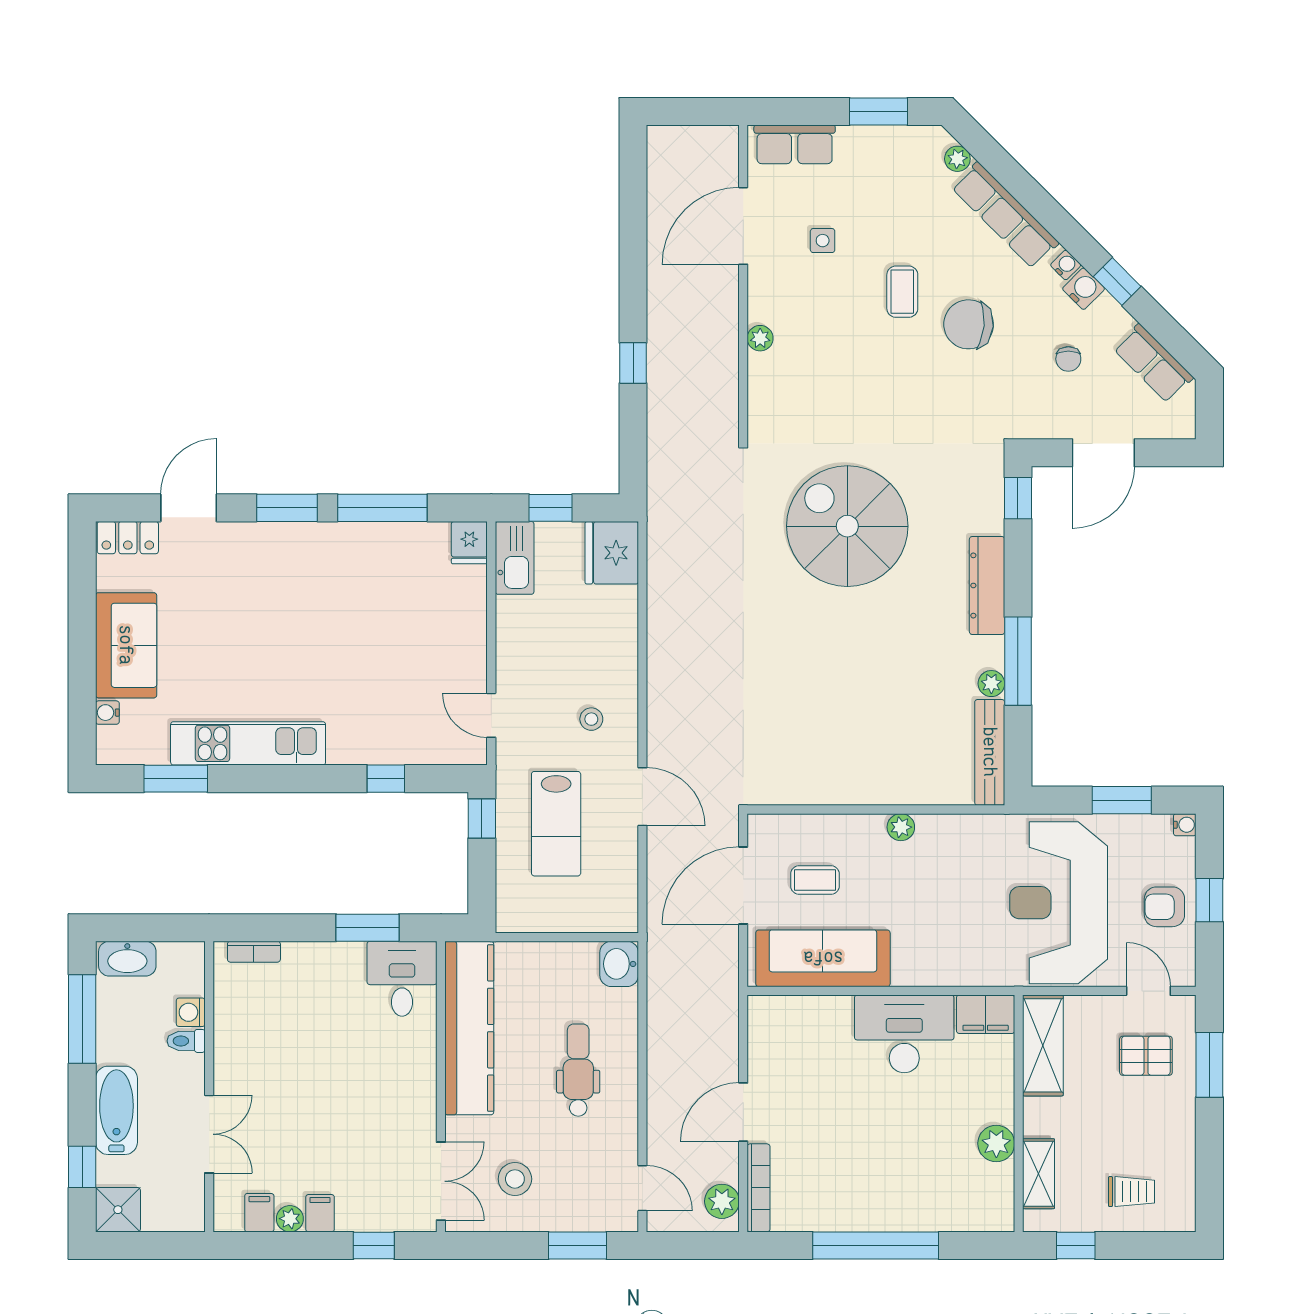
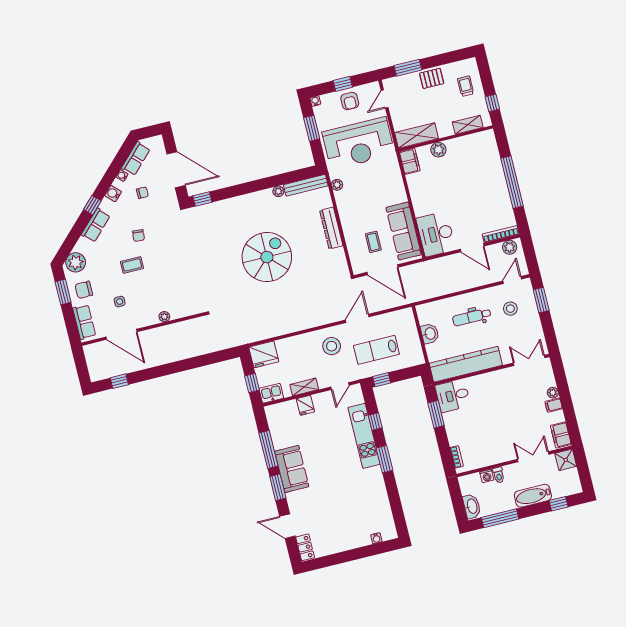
plant: (957, 159) -> (76, 262), width x1.88, depth x1.88
chair: (871, 162) -> (84, 290), added
row of seats: (1005, 215) -> (96, 225), width x0.68
water cooler: (1066, 265) -> (122, 176), moved
window: (1117, 281) -> (92, 205), moved
chair: (969, 324) -> (138, 236), width x0.54, depth x0.54
window: (633, 363) -> (119, 381), moved
door: (1103, 453) -> (176, 170), width x1.36
spiral stairs: (847, 526) -> (267, 257), moved, turned 180
fridge: (469, 543) -> (305, 405), moved, turned 90
kitchen sink: (515, 558) -> (271, 393), width x0.73
dresser: (987, 585) -> (331, 228), moved, turned 90
shelving: (510, 630) -> (304, 387), added
sofa: (126, 645) -> (292, 469), moved, turned 90
window: (1018, 661) -> (267, 183), removed
stool: (591, 719) -> (332, 346), width x1.89, depth x1.89
kitchen unit: (248, 743) -> (364, 436), moved
window: (176, 779) -> (385, 459), moved
lab bench: (556, 824) -> (376, 350), turned 180
plant: (901, 827) -> (337, 185), moved
washbasin: (619, 964) -> (430, 334), moved, turned -90
desk: (904, 1034) -> (436, 234), moved
pallet: (1146, 1056) -> (432, 78), moved, turned 90
plant: (996, 1143) -> (438, 150), moved
stool: (515, 1179) -> (510, 309), moved
shower: (118, 1210) -> (566, 460), moved
filing cabinet: (259, 1213) -> (561, 435), width x2.00
plant: (290, 1219) -> (553, 393), moved
window: (374, 1245) -> (561, 381), removed

